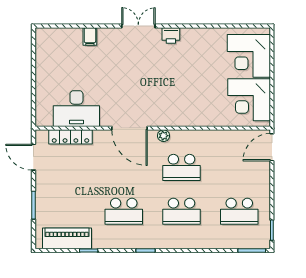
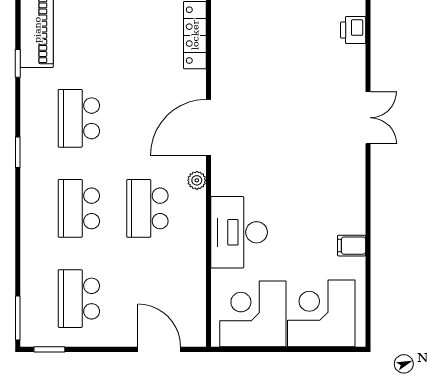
double door: (138, 26) -> (368, 118), moved
printer: (171, 36) -> (353, 30), moved
filing cabinet: (90, 37) -> (352, 246), moved
desk: (76, 109) -> (239, 232), moved
door: (272, 147) -> (159, 349), moved

